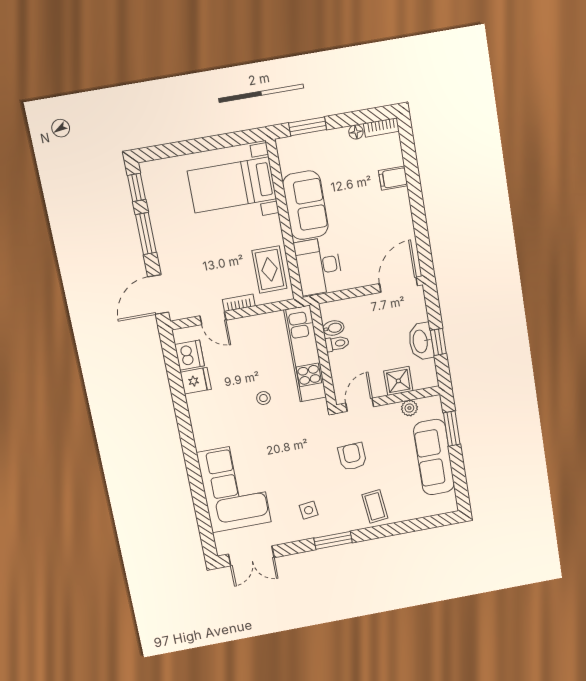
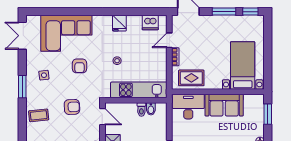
fridge: (196, 381) -> (119, 23), moved
armchair: (283, 457) -> (80, 66), added

